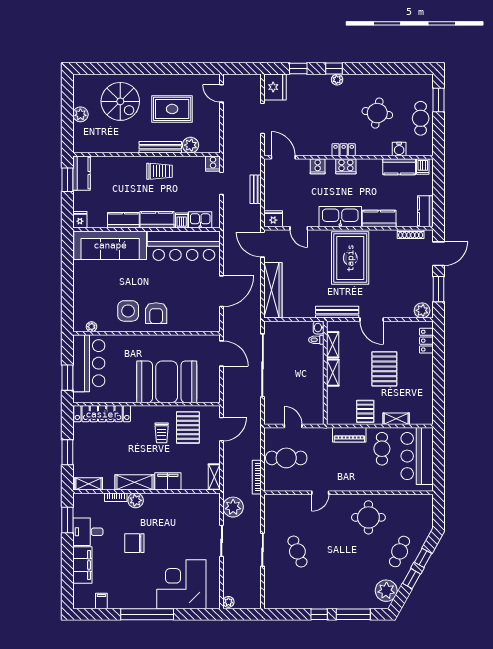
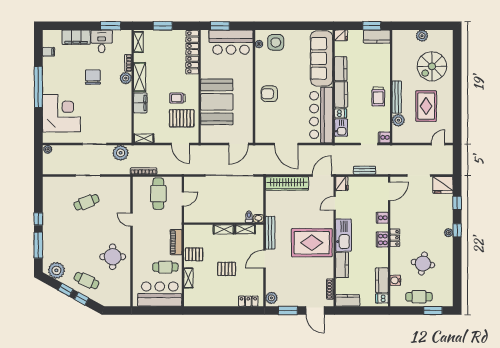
side table: (128, 311) -> (276, 42), moved
pallet: (384, 369) -> (227, 269), width x0.67, depth x0.71

